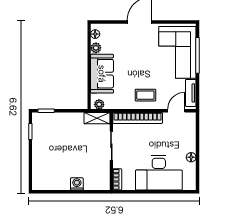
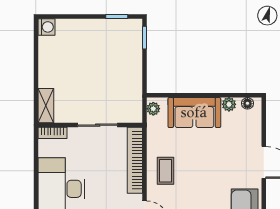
shelving: (97, 118) -> (46, 106), moved
washing machine: (77, 184) -> (46, 27), moved

